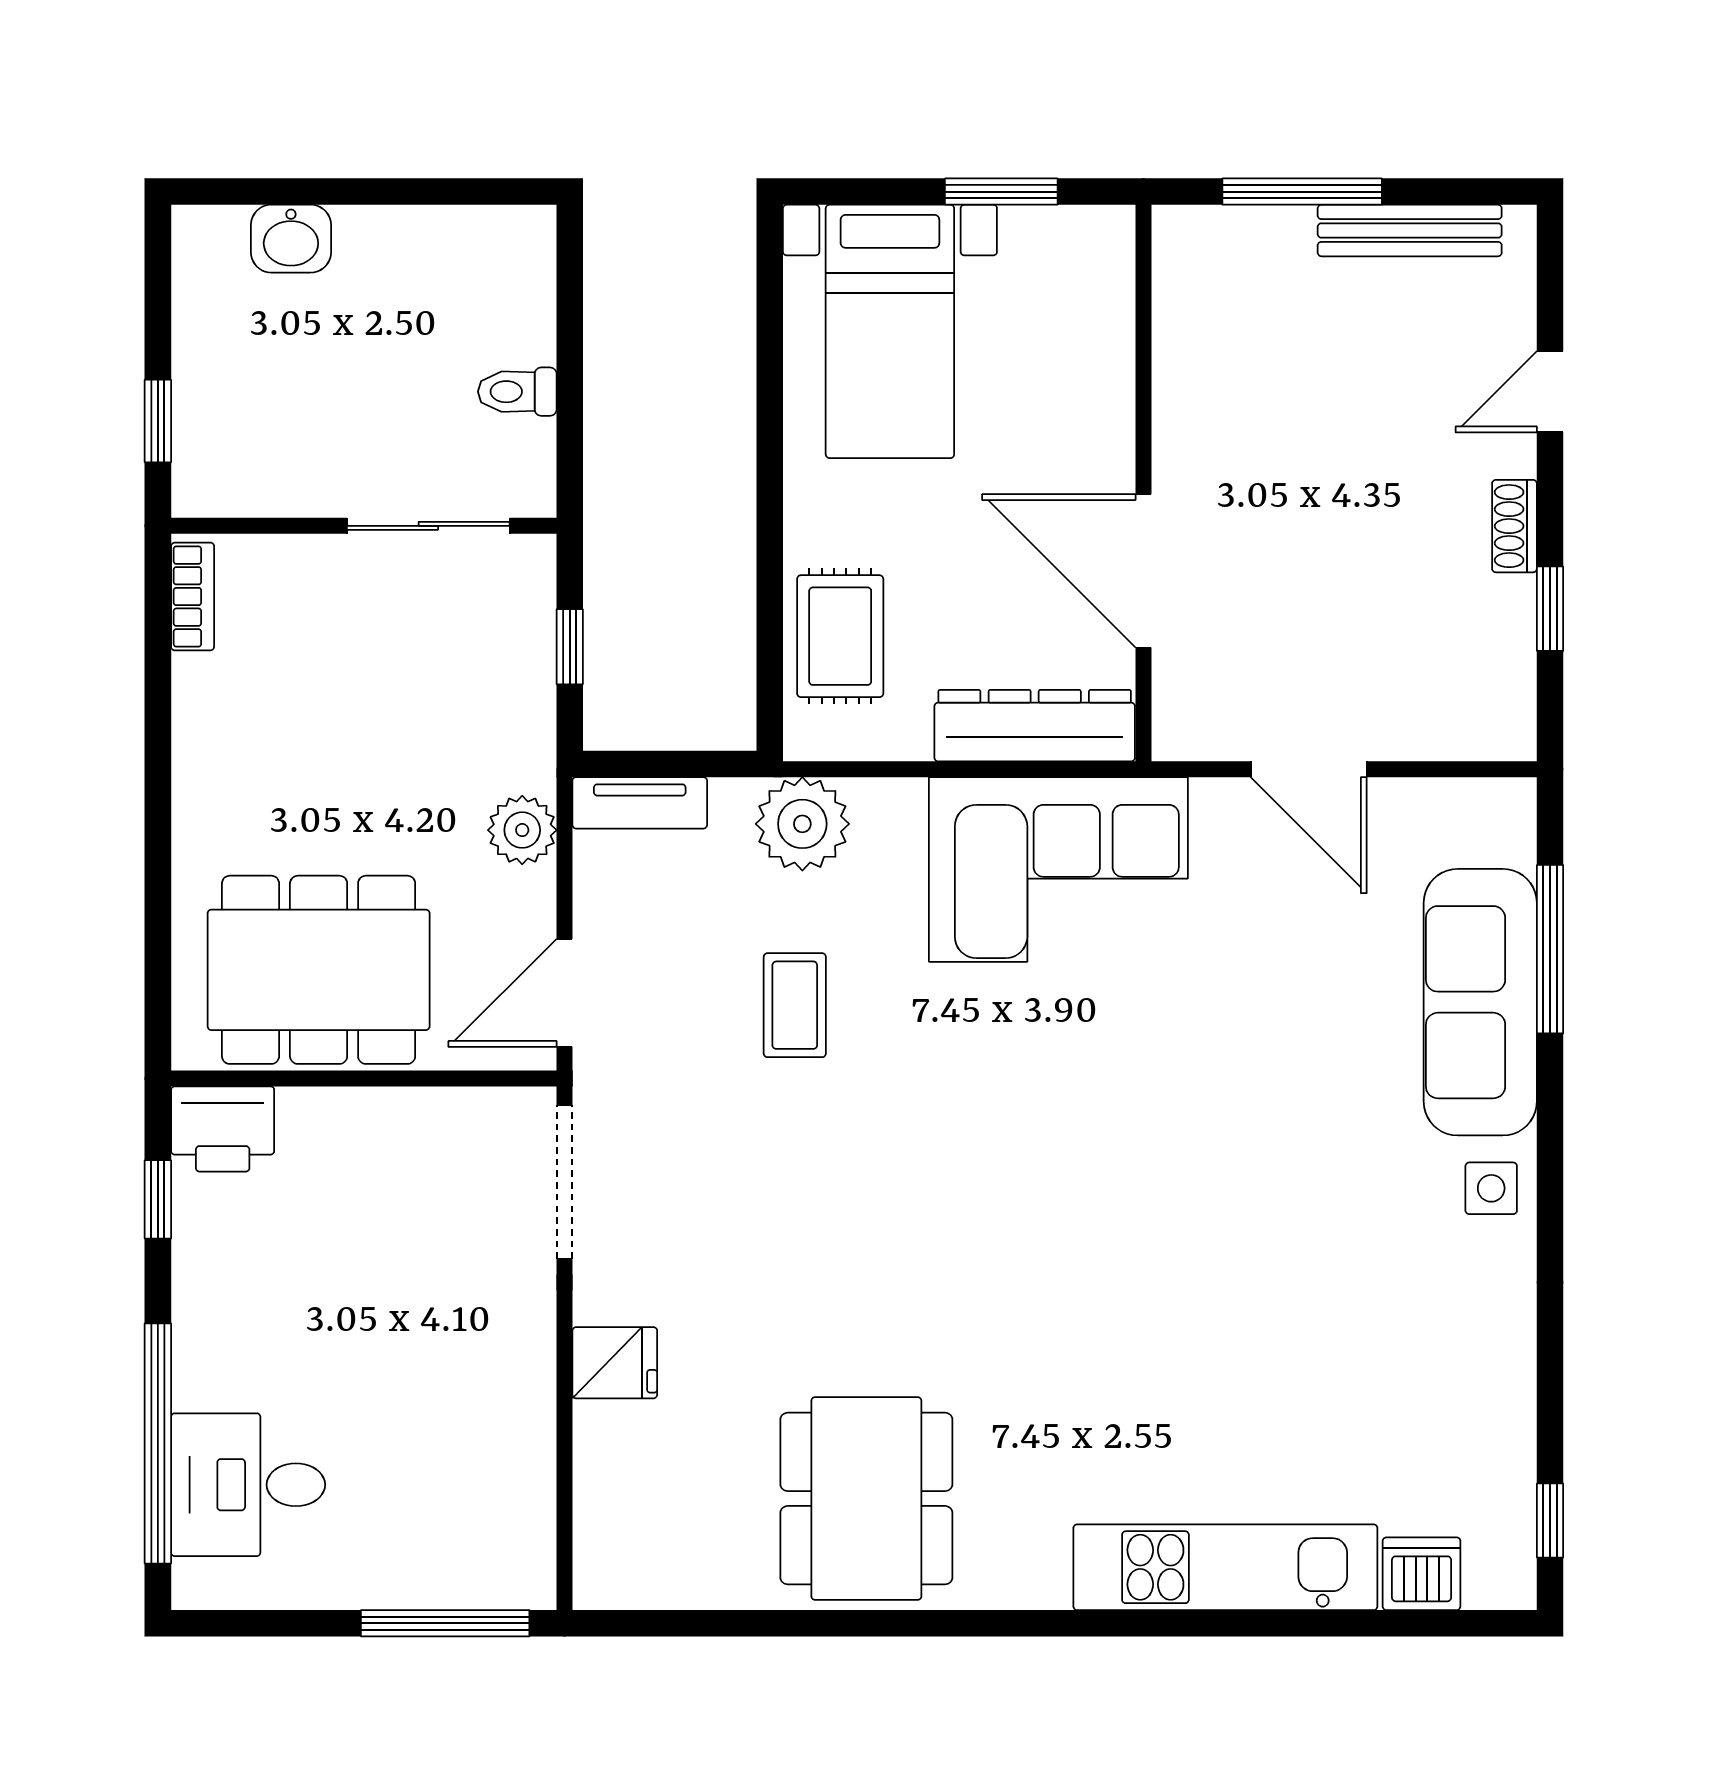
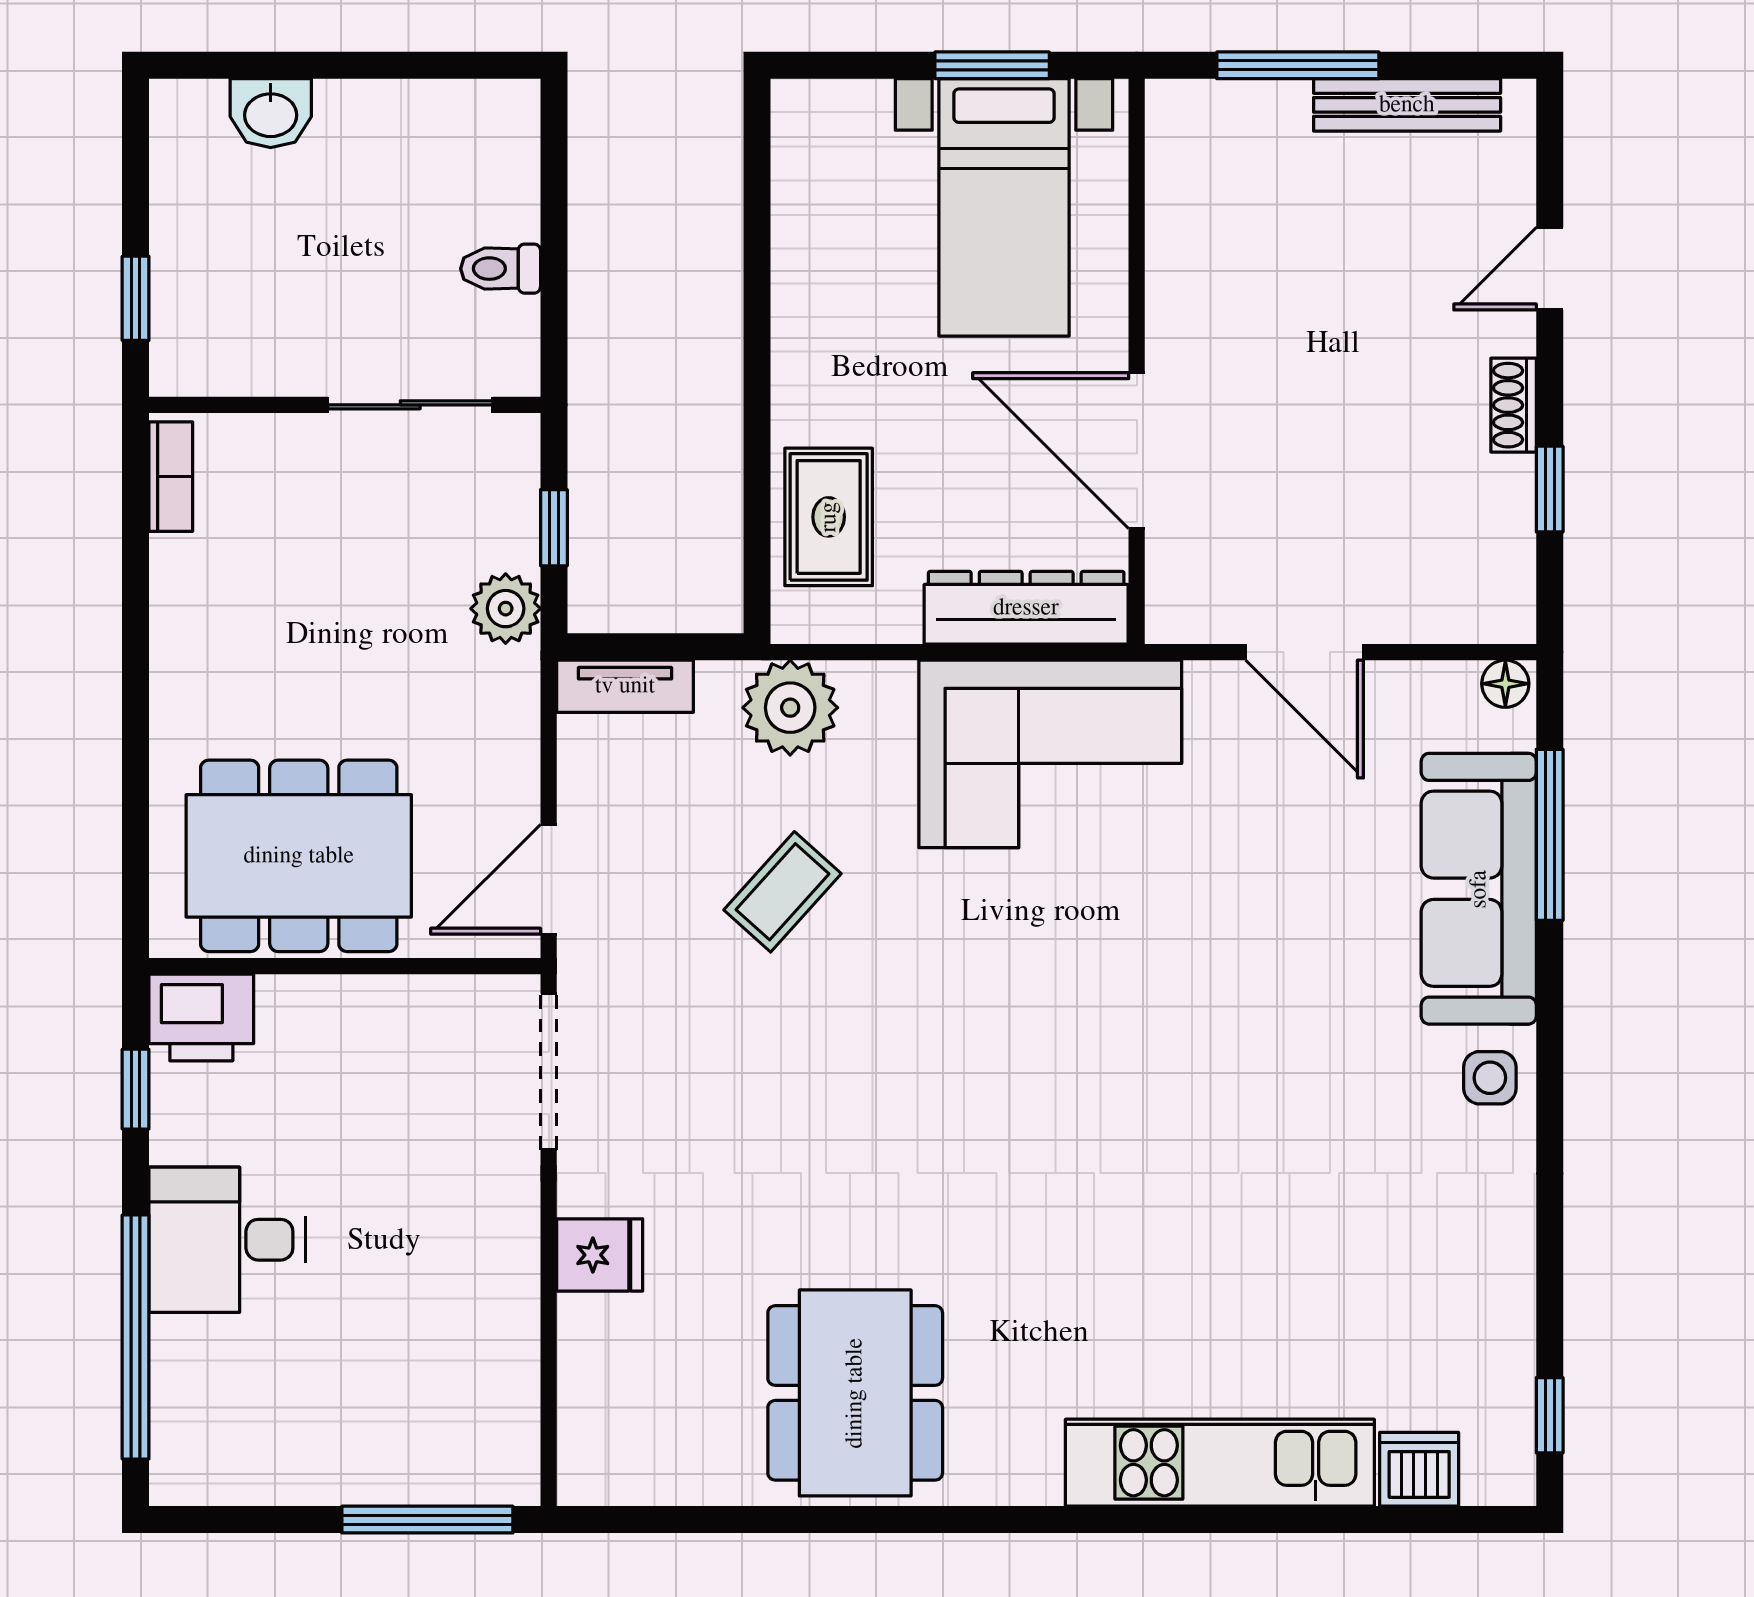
bed with nightstands: (890, 331) -> (1004, 207), moved
floor lamp: (1506, 800) -> (1505, 684), added
plant: (522, 830) -> (506, 609), moved
coffee table: (795, 1005) -> (782, 892), turned 42
desk: (248, 1485) -> (227, 1240), moved

